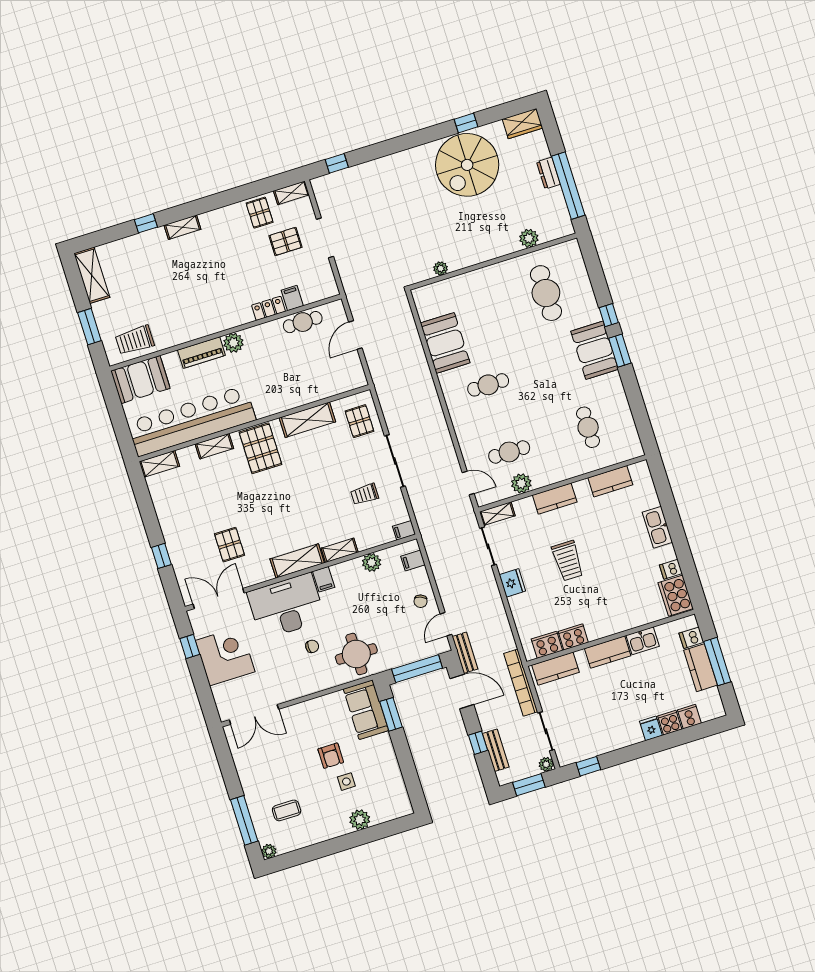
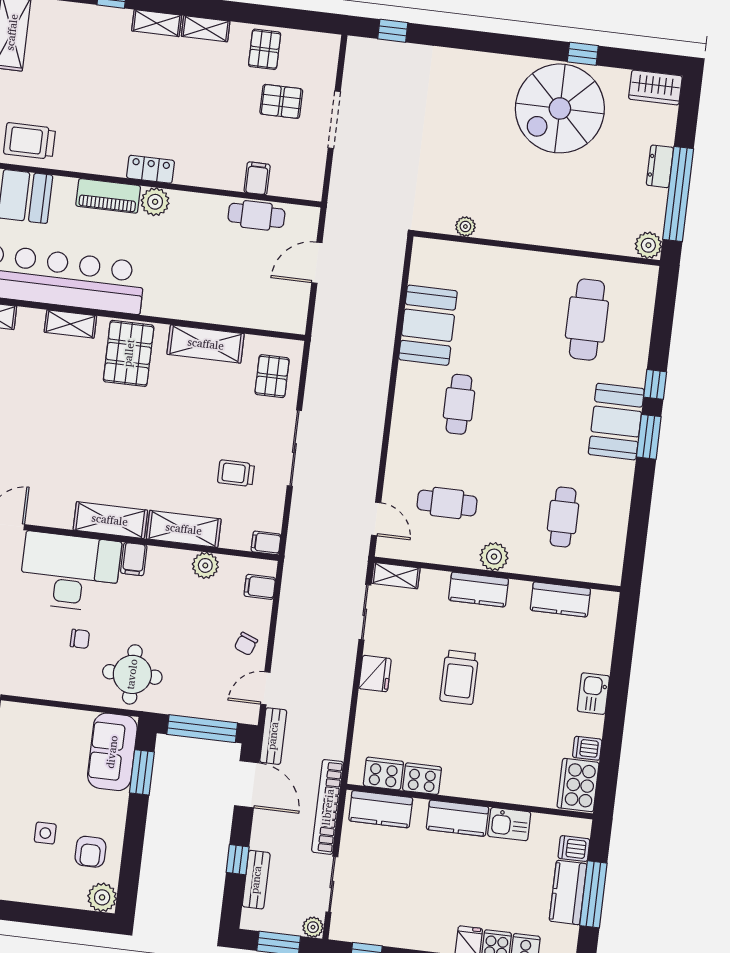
shelving: (291, 193) -> (206, 29), moved
plant: (529, 238) -> (648, 245), moved
locker: (268, 308) -> (151, 169), moved
cafe table: (488, 385) -> (459, 404), turned 90
plant: (521, 483) -> (494, 557), moved
kitchen sink: (657, 527) -> (593, 694), width x0.73
pallet: (230, 545) -> (33, 460), removed
shelving: (340, 550) -> (184, 529), width x1.50, depth x1.33
armchair: (331, 756) -> (90, 852), moved
plant: (360, 820) -> (102, 897), moved

